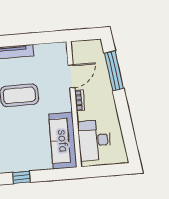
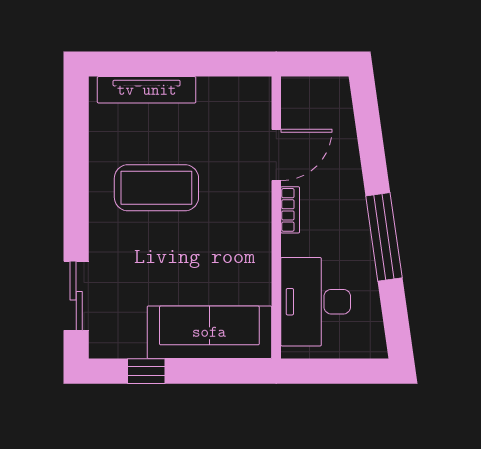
window: (114, 71) -> (384, 237), moved
sofa: (63, 141) -> (209, 332), moved, turned 90

